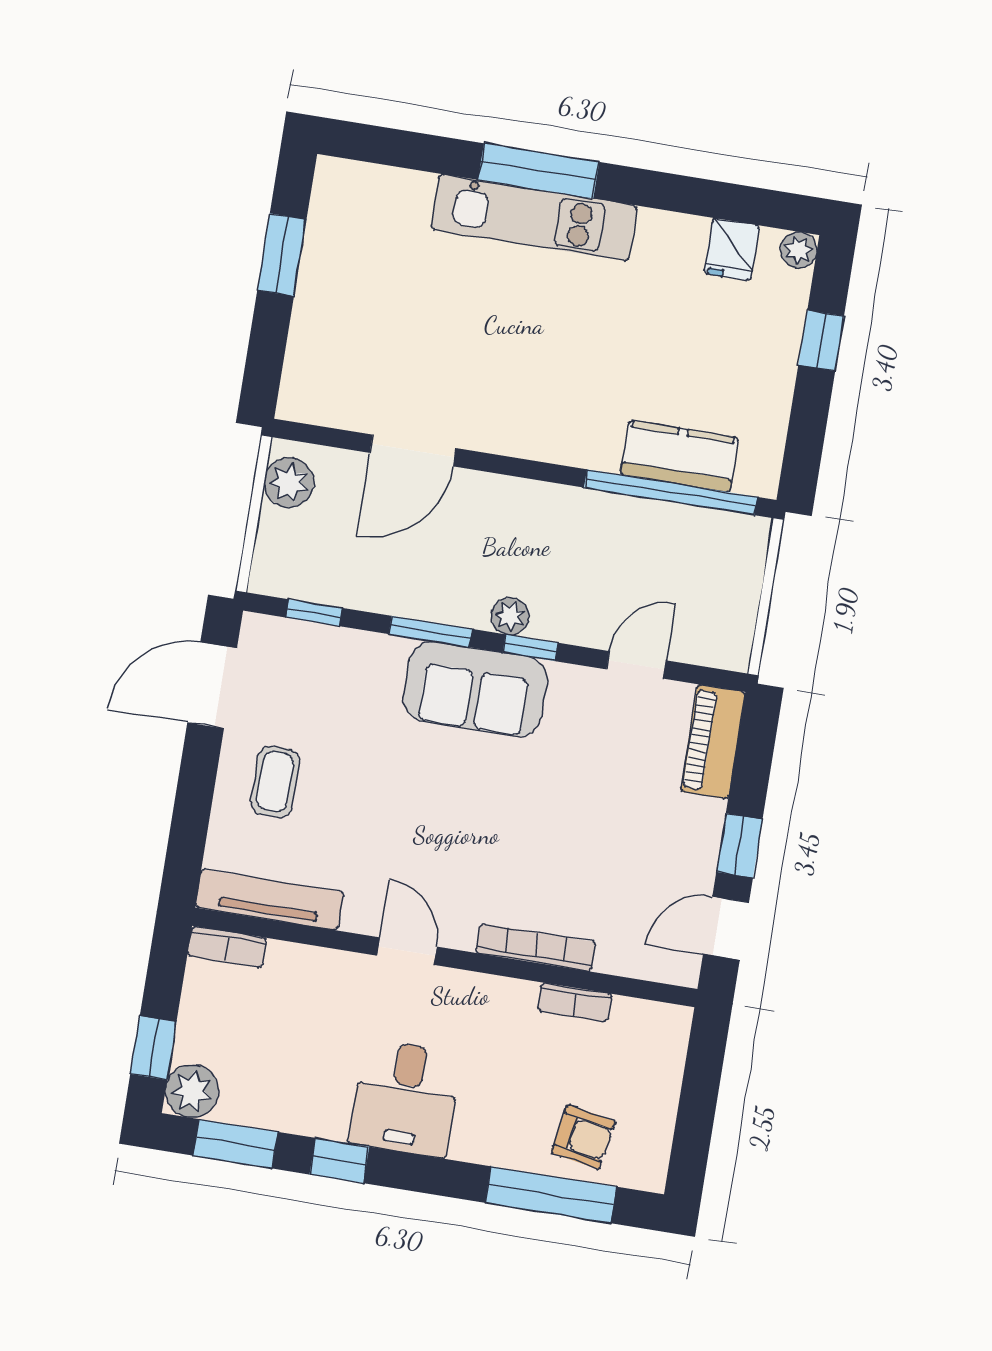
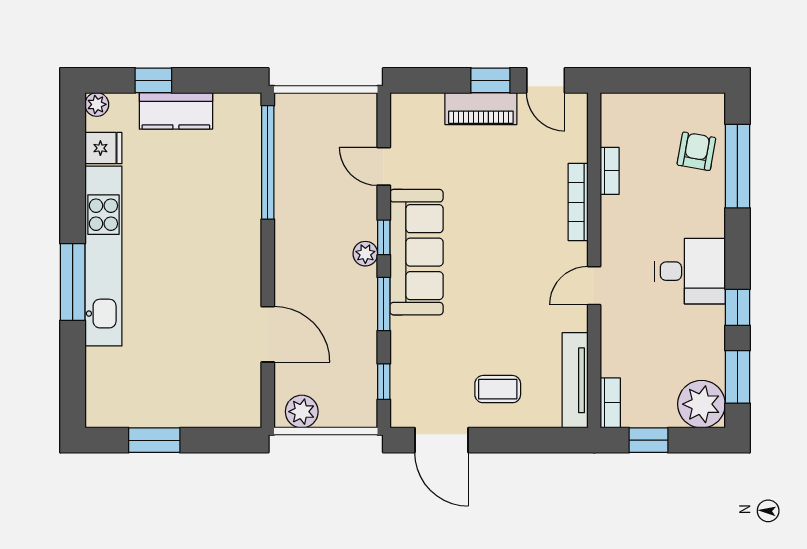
kitchen unit: (534, 217) -> (103, 256), width x1.36
kitchen counter: (679, 456) -> (176, 111), moved, turned -90
sofa: (475, 689) -> (416, 252), width x1.36
piano: (713, 742) -> (481, 109), moved
window: (153, 1048) -> (648, 440), moved
plant: (192, 1091) -> (701, 404), width x1.36, depth x1.36

